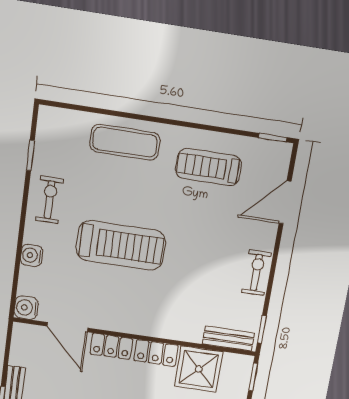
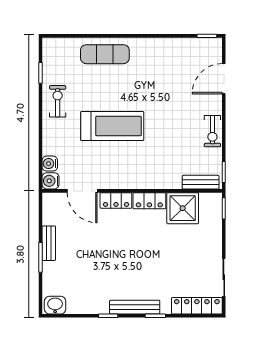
treadmill: (208, 167) -> (166, 62), removed
water cooler: (32, 255) -> (50, 164), moved
exercise bike: (256, 273) -> (212, 131), turned 180

